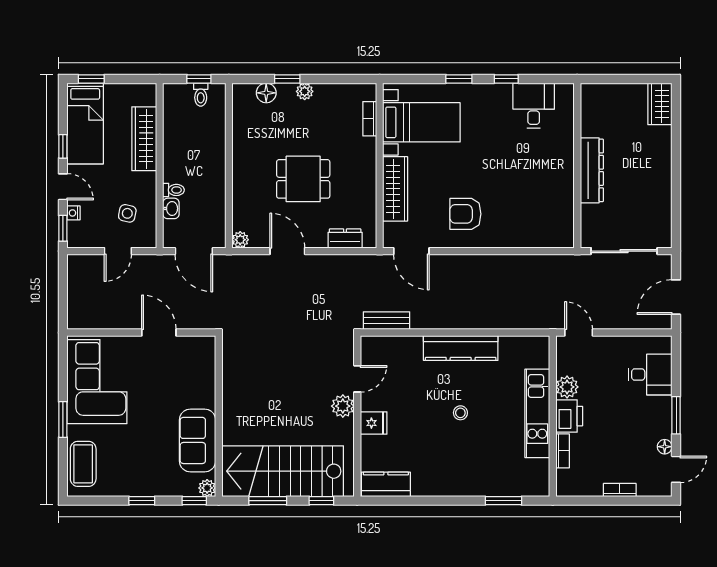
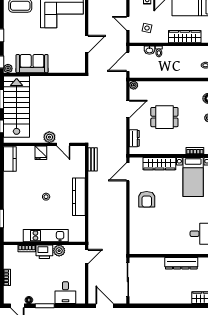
dresser: (592, 170) -> (181, 263), moved
dining table: (303, 179) -> (164, 117), turned 90
armchair: (465, 214) -> (147, 199), turned 180

